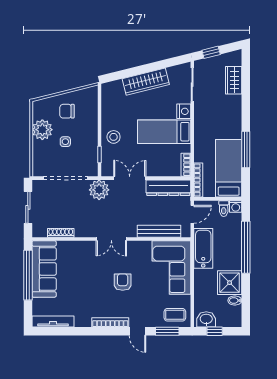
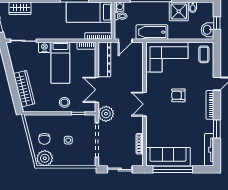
wardrobe: (146, 82) -> (24, 89), moved
plant: (42, 130) -> (45, 158), moved
door: (192, 214) -> (125, 41), swing flipped
bench: (159, 231) -> (138, 67), removed
double door: (111, 239) -> (144, 104), swing flipped
window: (167, 331) -> (217, 129), moved

